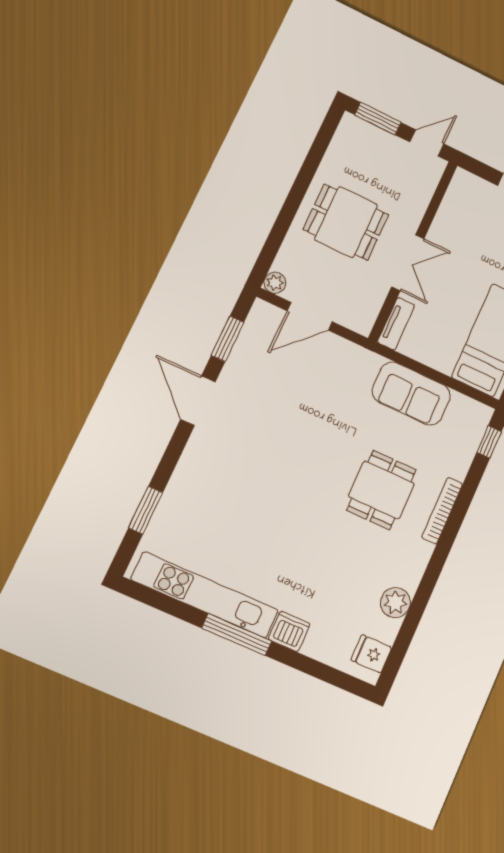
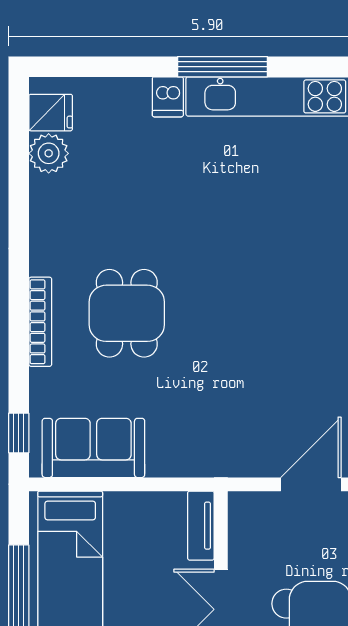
sofa: (411, 394) -> (93, 448), moved
plant: (395, 602) -> (49, 153), moved
dishwasher: (289, 631) -> (168, 97), width x0.73

